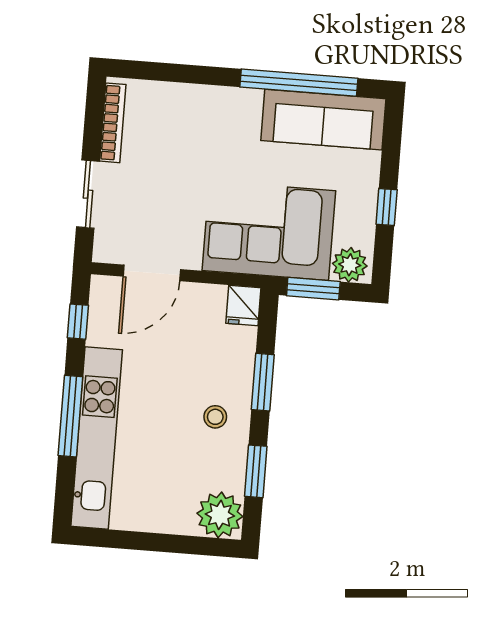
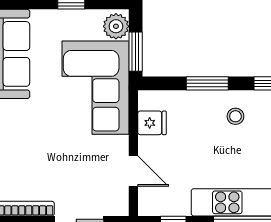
door: (152, 273) -> (133, 171), width x0.73
fridge: (243, 305) -> (152, 123), moved

